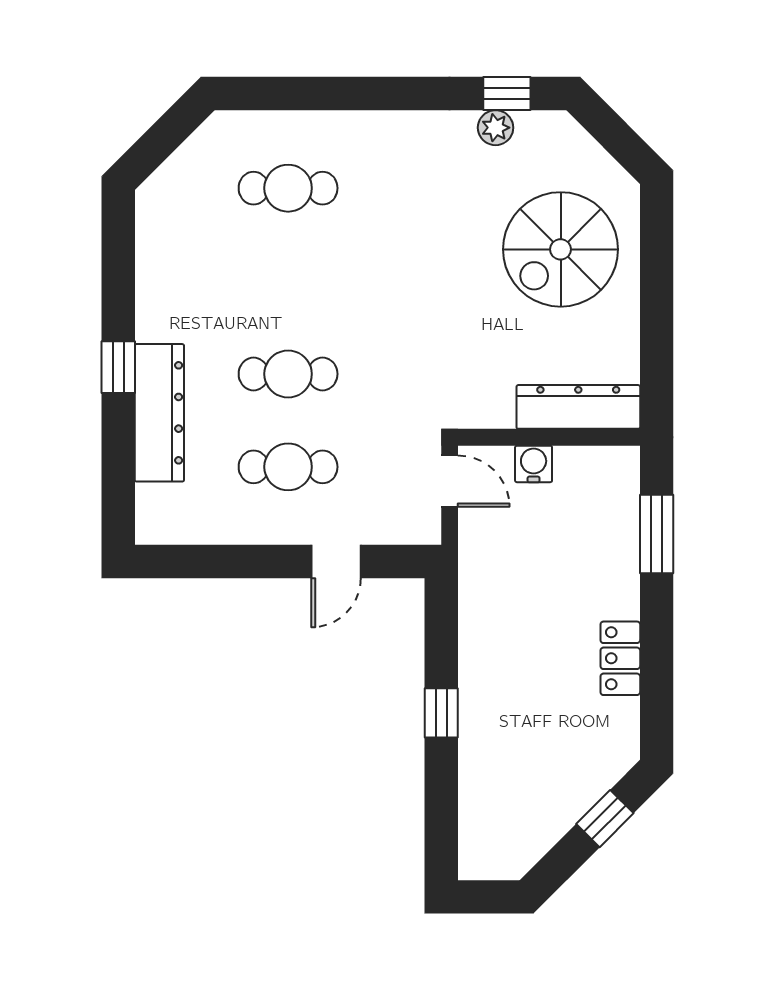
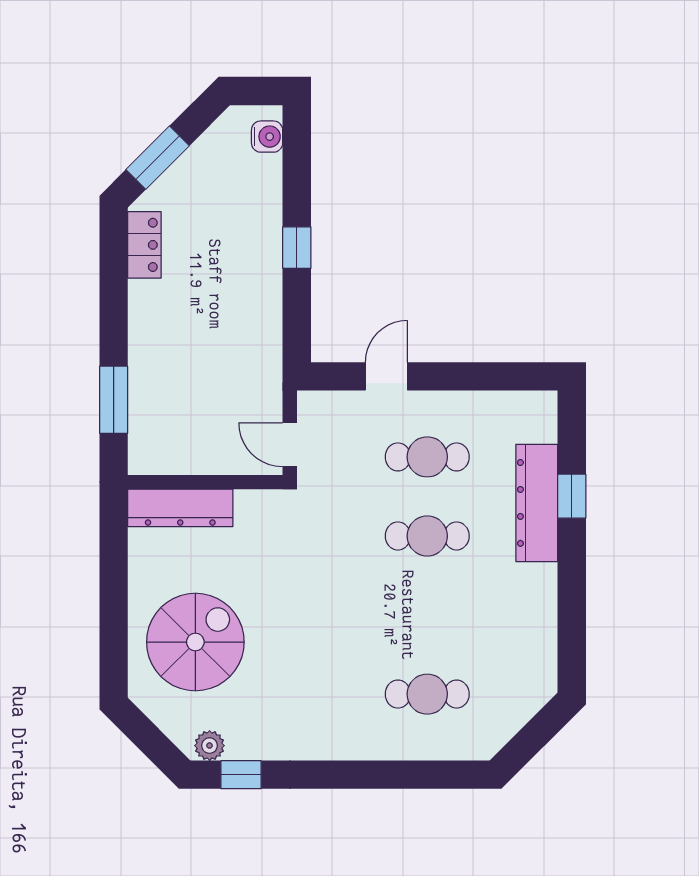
plant: (496, 128) -> (210, 746), moved
window: (118, 367) -> (572, 496), moved
water cooler: (534, 464) -> (267, 137), moved, turned -90
locker: (620, 658) -> (144, 245), moved
window: (605, 819) -> (158, 158), width x1.50

